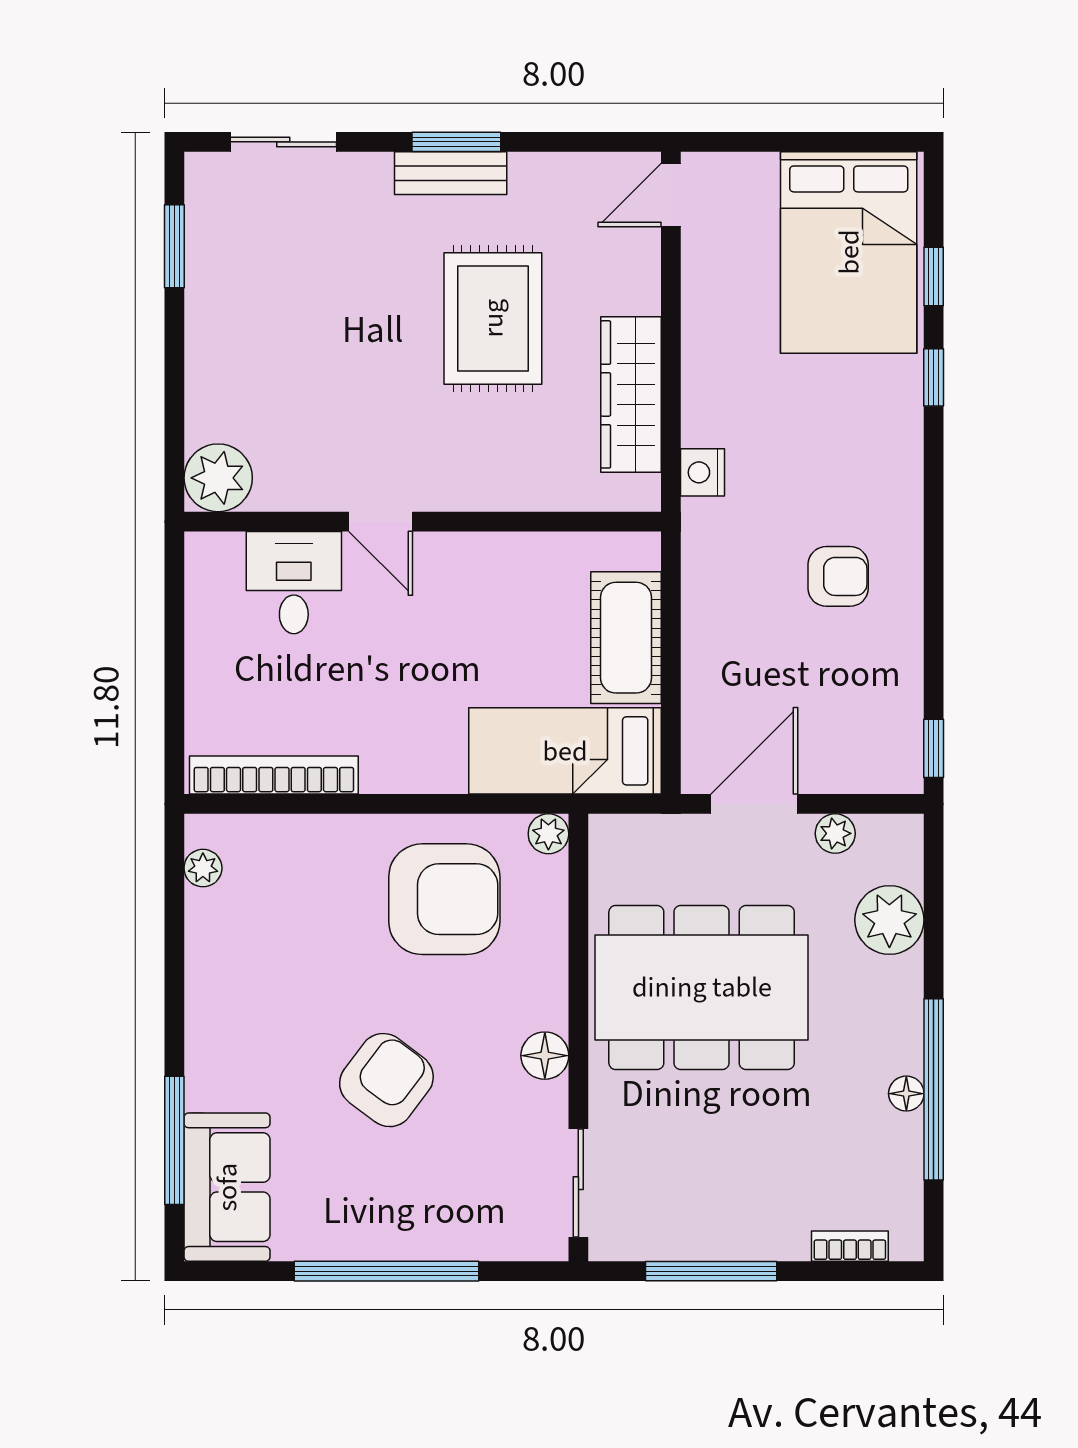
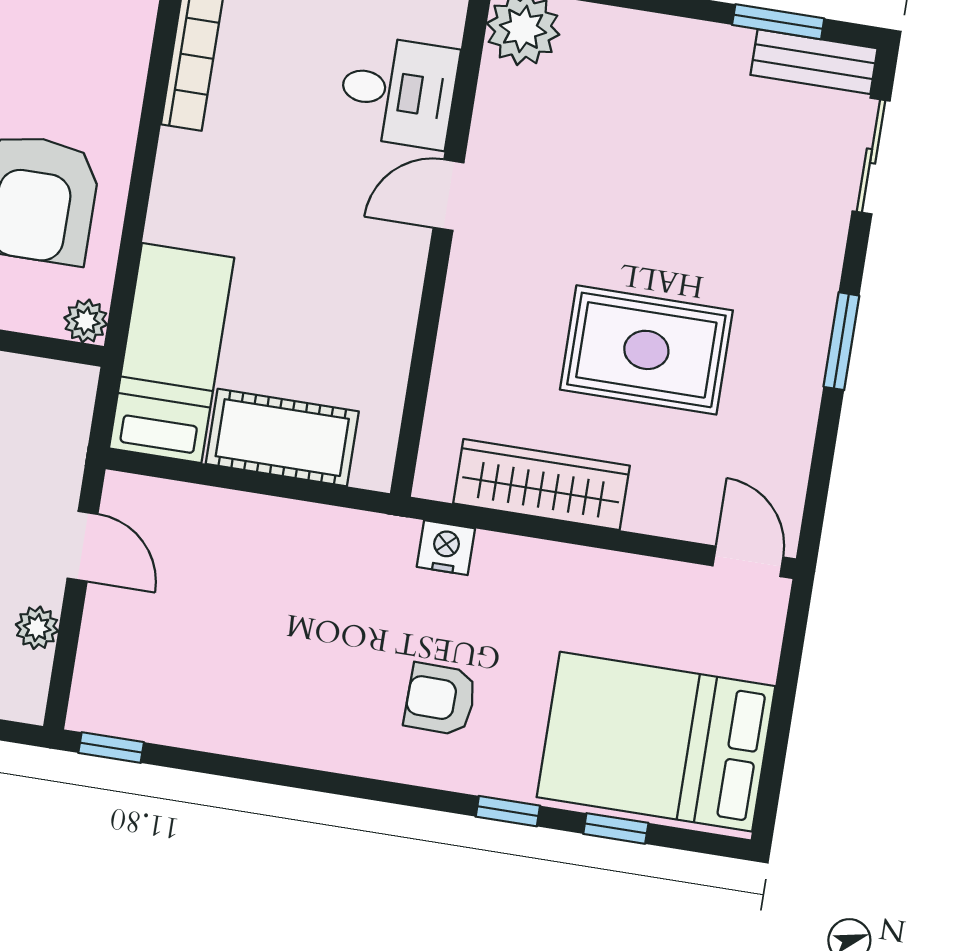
bench: (451, 173) -> (814, 62), moved, turned 90
armchair: (838, 576) -> (440, 699), moved, turned 91
door: (754, 804) -> (83, 546), width x0.73

